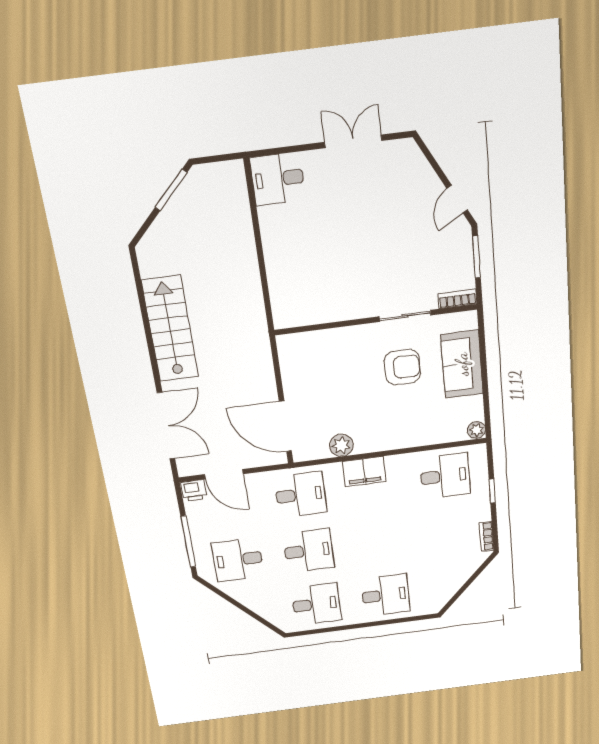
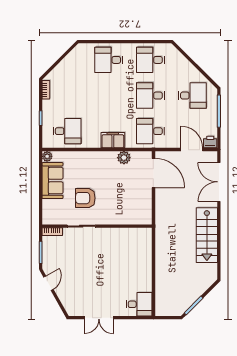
sofa: (462, 364) -> (52, 181), moved
desk: (445, 476) -> (67, 131), turned 180

